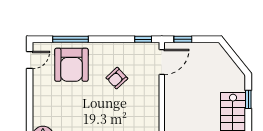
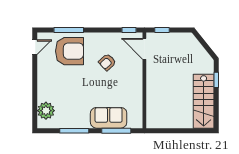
door: (162, 62) -> (144, 49), swing flipped
armchair: (71, 65) -> (70, 51), turned -90

